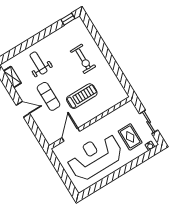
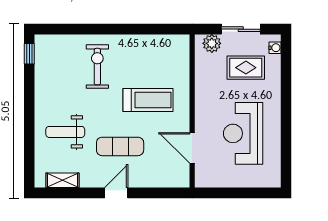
exercise bike: (83, 59) -> (97, 67), turned -90
treadmill: (82, 96) -> (148, 100), turned 90
plant: (132, 111) -> (212, 43), added
reception desk: (95, 157) -> (243, 133), width x0.74, depth x0.77

